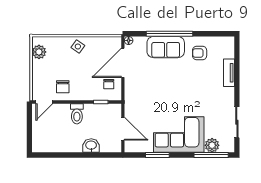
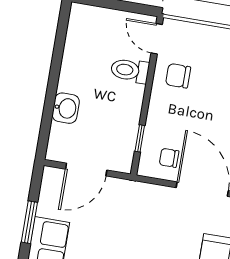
toilet: (77, 114) -> (130, 70), moved

